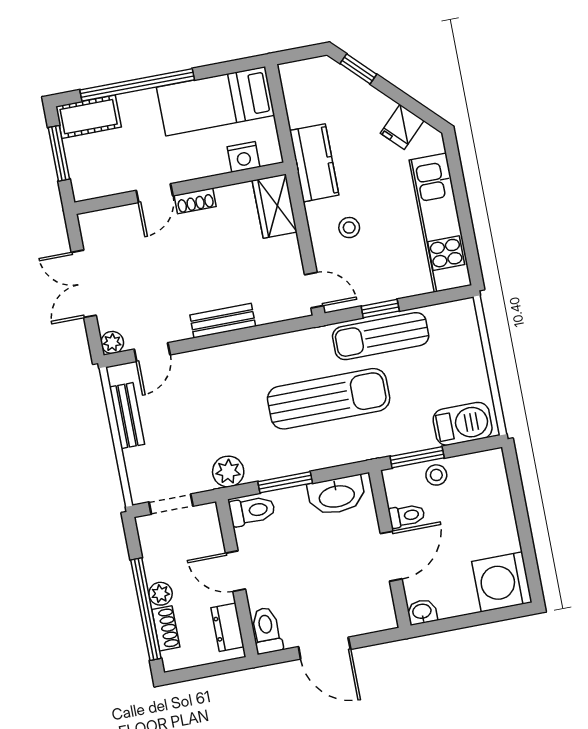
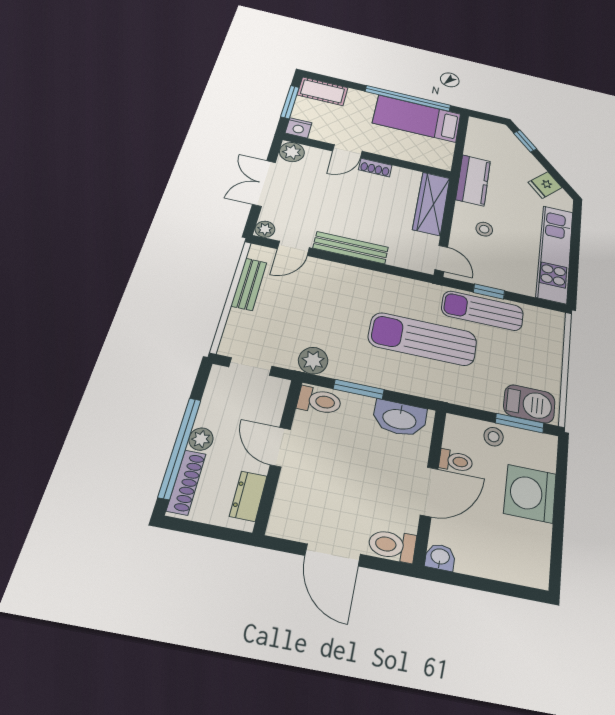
window: (137, 85) -> (408, 98), moved
nightstand: (243, 157) -> (299, 128), moved
wardrobe: (275, 206) -> (431, 204), width x1.50
plant: (94, 226) -> (292, 152), added
bench: (223, 321) -> (351, 248), width x1.36
sun lounger: (329, 399) -> (423, 339), turned 180
window: (417, 457) -> (520, 423), moved
washing machine: (502, 582) -> (530, 494), moved
shoe rack: (166, 628) -> (186, 482), width x1.43
toilet: (267, 630) -> (392, 545), moved, turned -90

